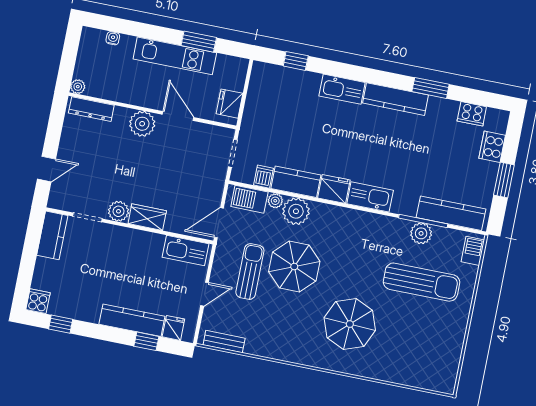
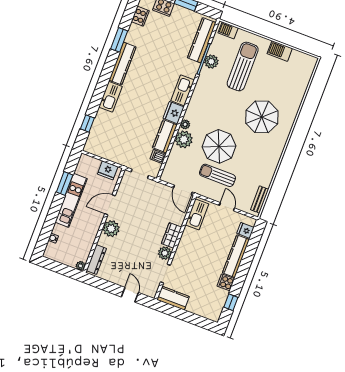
barbecue: (249, 199) -> (280, 51), moved, turned 90
plant: (275, 201) -> (185, 124), moved
cooker: (38, 301) -> (226, 282), moved
window: (146, 341) -> (251, 249), removed

